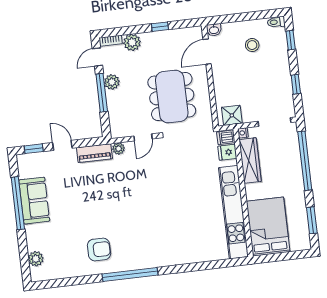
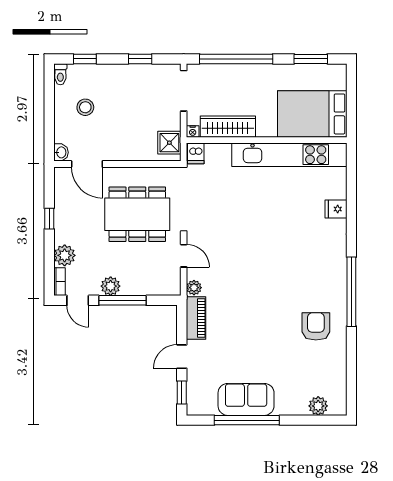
fridge: (227, 152) -> (336, 209), moved, turned 90

